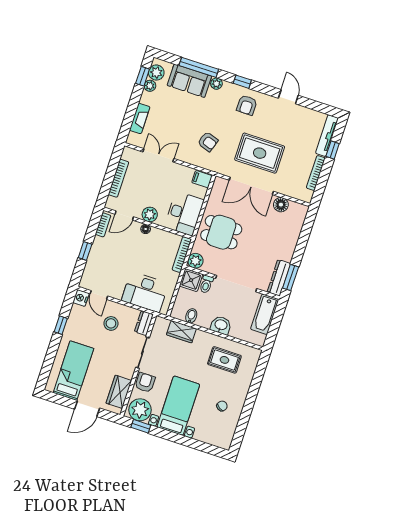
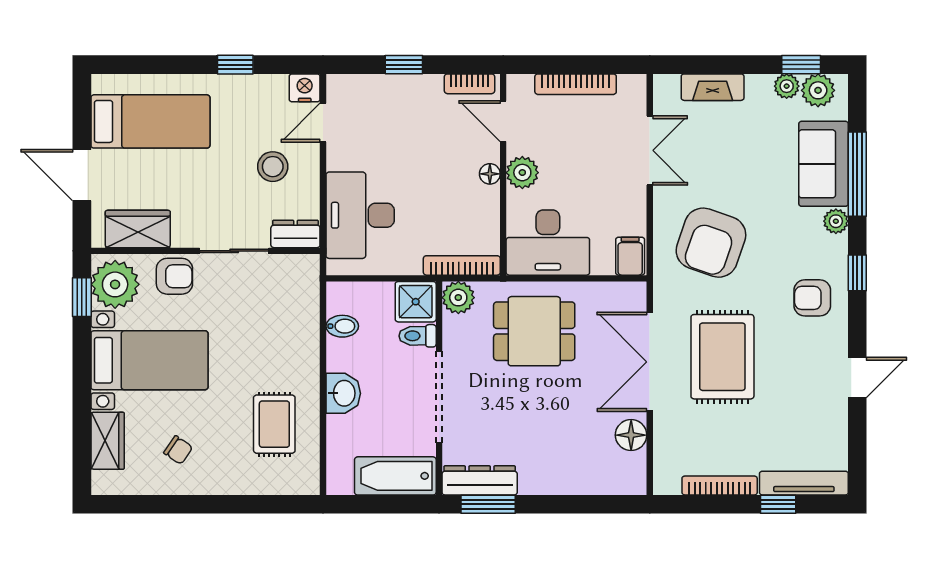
armchair: (208, 142) -> (711, 243), width x1.88, depth x1.88
dining table: (221, 232) -> (534, 331), turned 90
wardrobe: (181, 332) -> (108, 441), moved, turned 180

